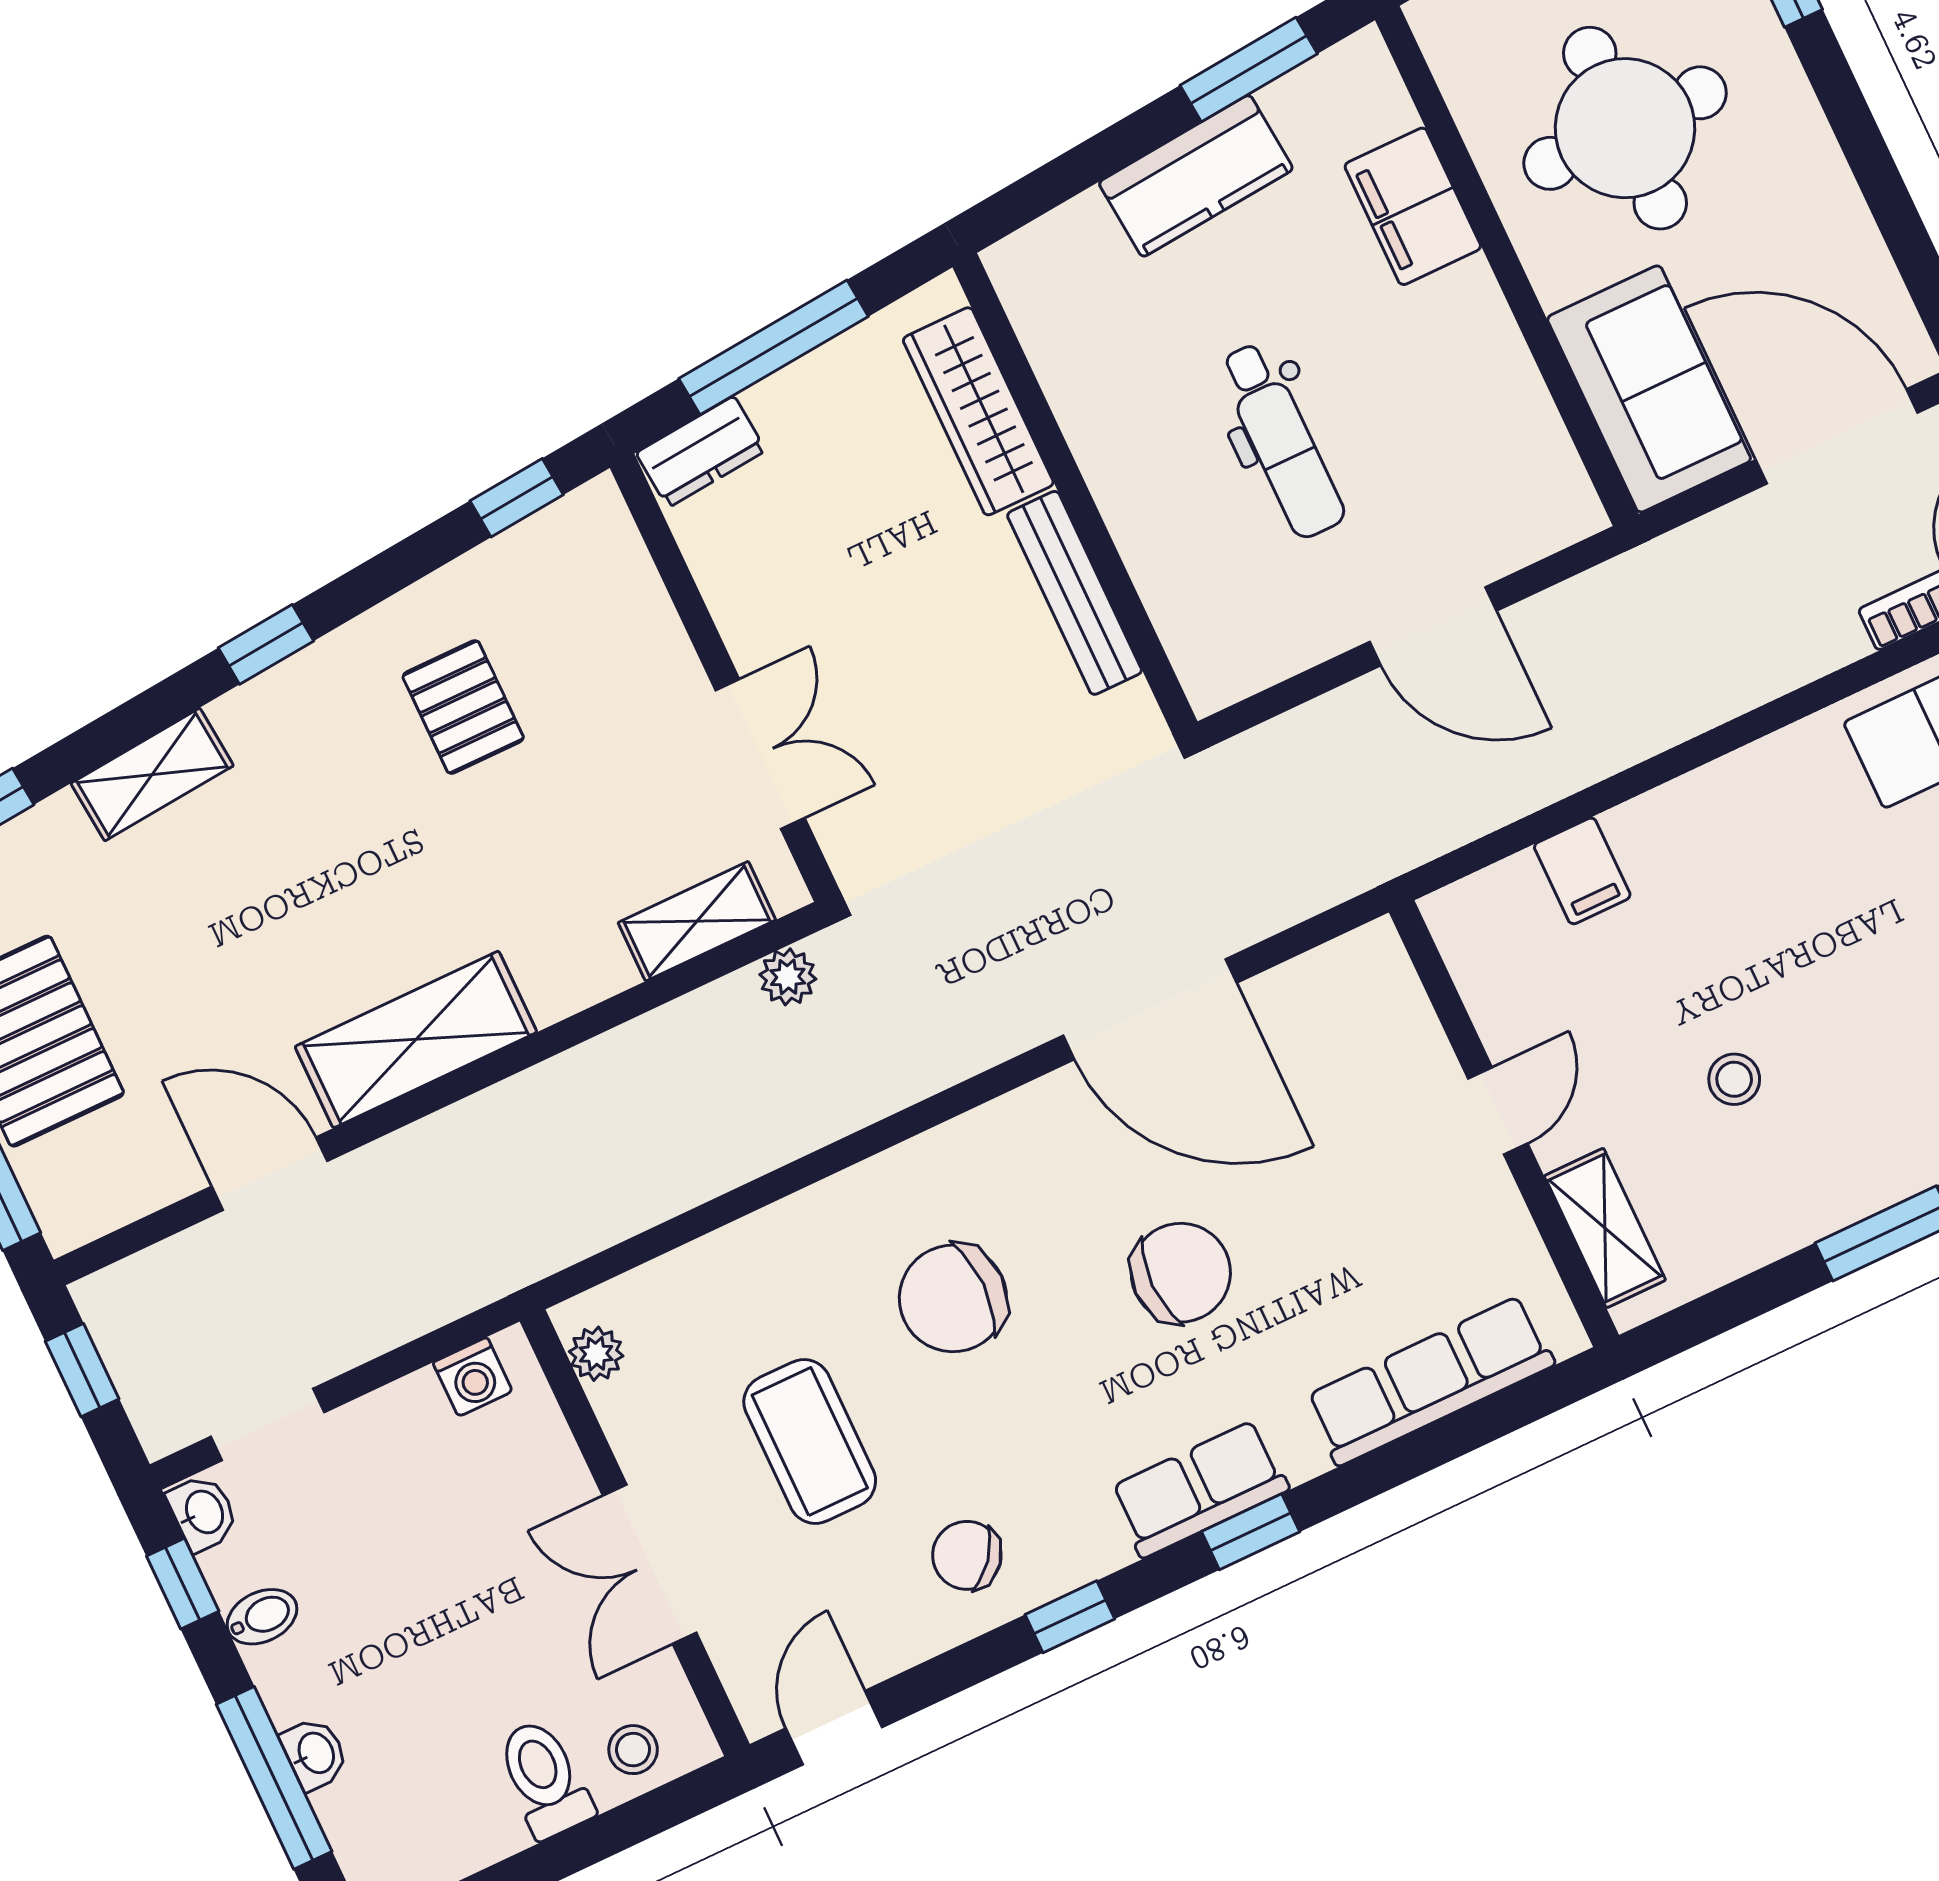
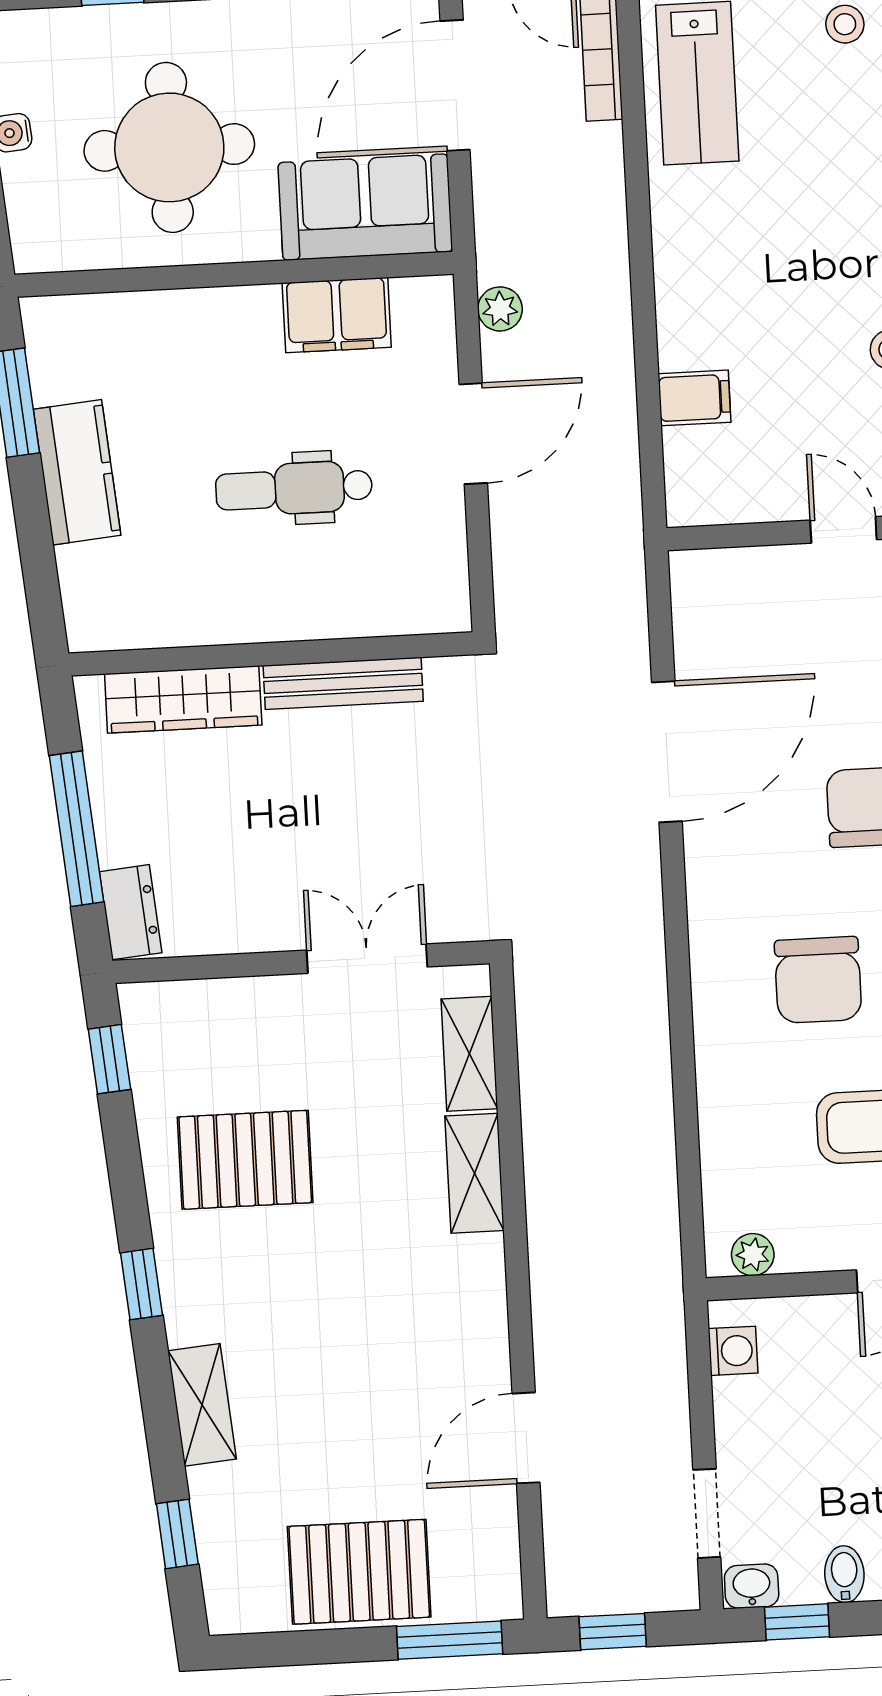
filing cabinet: (1413, 206) -> (337, 315), moved
dental chair: (1282, 440) -> (294, 488), turned 180
pallet: (463, 707) -> (245, 1160), width x1.50, depth x1.42
plant: (788, 977) -> (500, 309), moved
shelving: (416, 1039) -> (474, 1173), moved, width x0.67, depth x0.75

